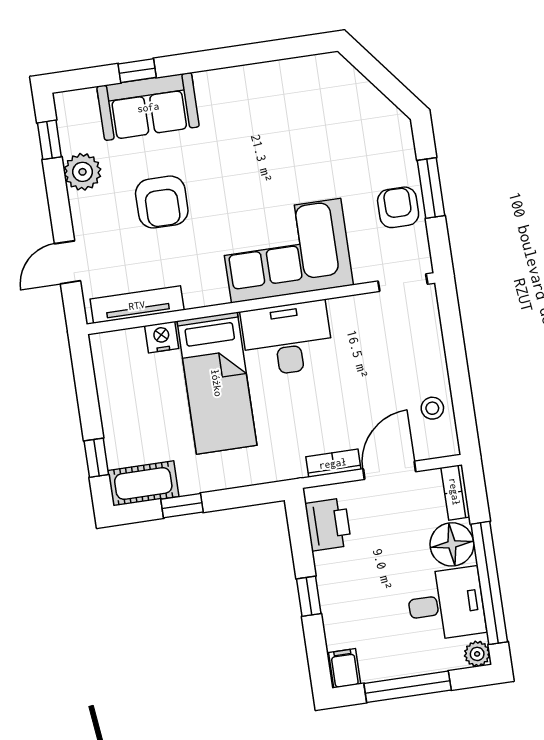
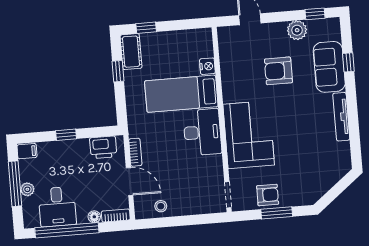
tv unit: (137, 305) -> (341, 117), moved, turned 180
floor lamp: (452, 544) -> (94, 217), width x0.53, depth x0.53
plant: (477, 654) -> (27, 189), moved

